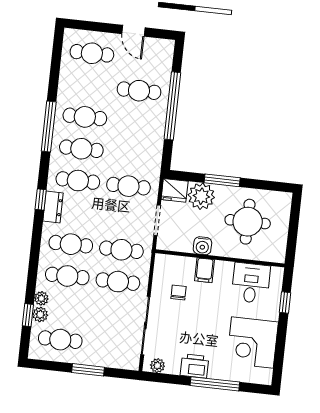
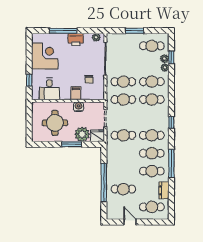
dresser: (53, 207) -> (164, 190), moved

